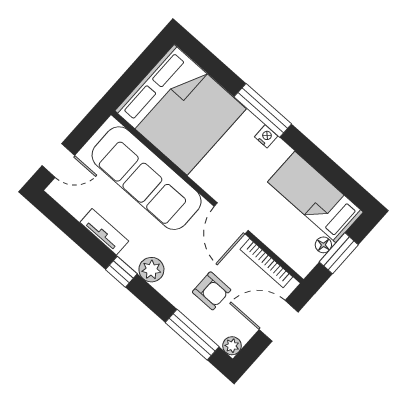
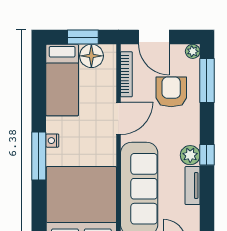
floor lamp: (323, 245) -> (91, 56), width x1.89, depth x1.89
plant: (151, 270) -> (190, 155), moved
armchair: (212, 291) -> (171, 92), width x1.38, depth x1.38

